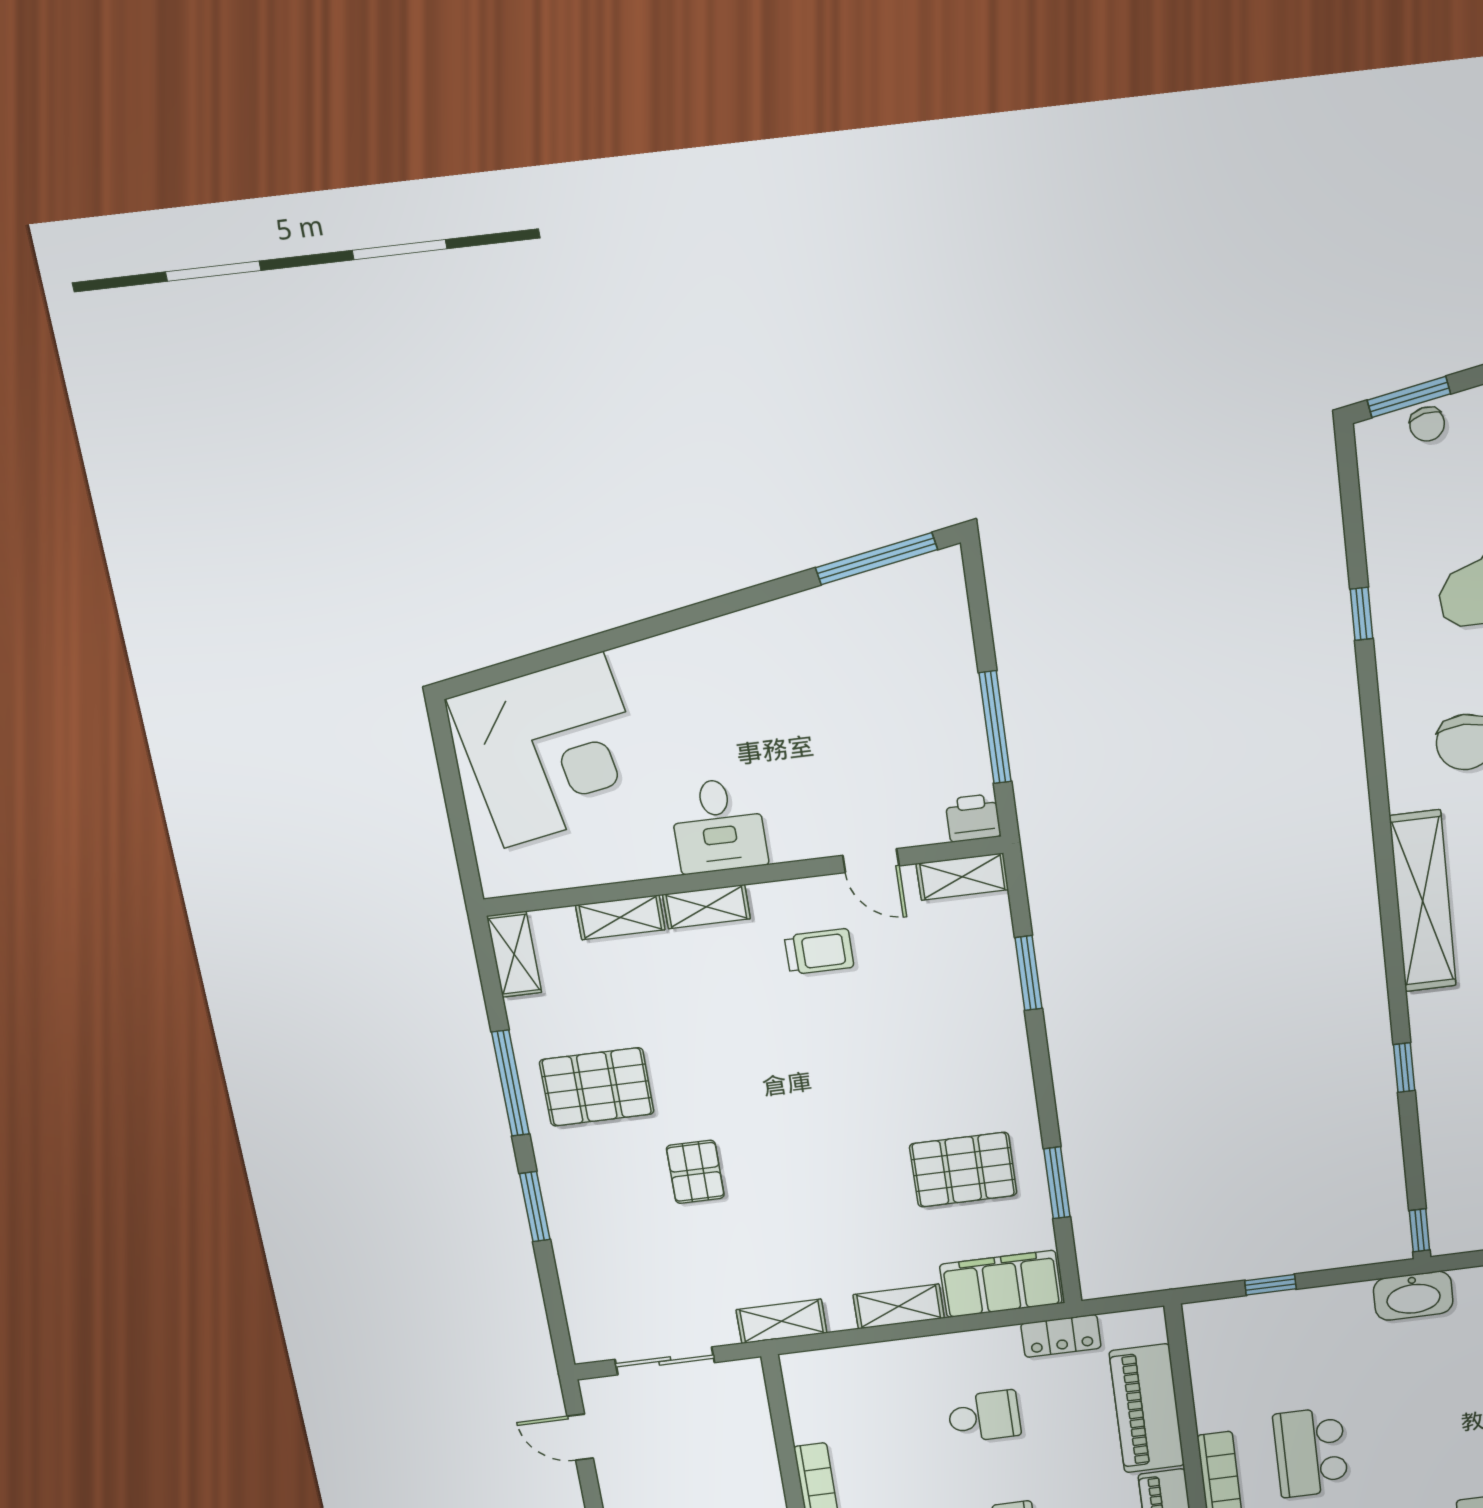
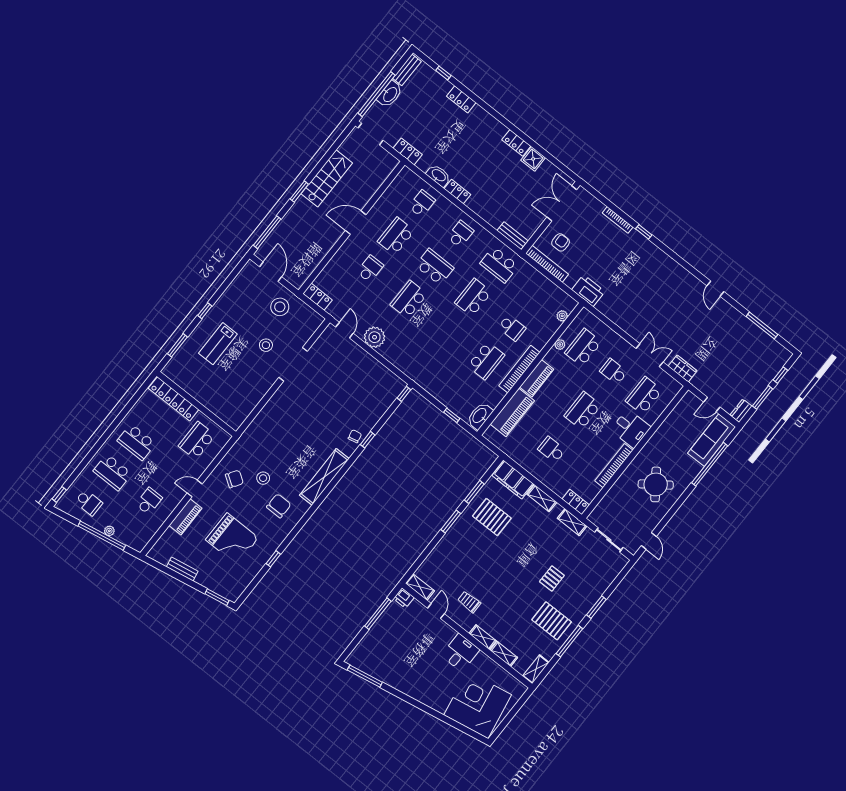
chair: (1427, 424) -> (355, 436), moved
window: (1028, 973) -> (451, 522), moved
washbasin: (1413, 1296) -> (480, 416), moved, turned -90
locker: (1061, 1336) -> (576, 502), moved

